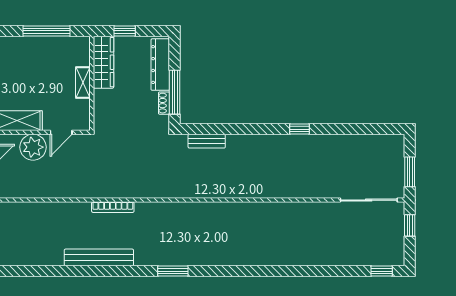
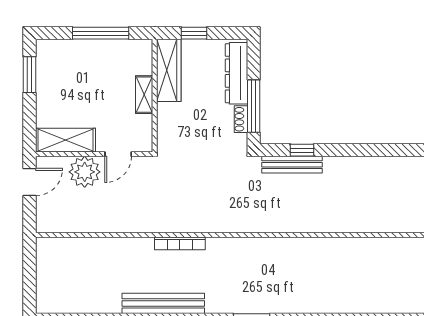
window: (300, 129) -> (302, 150), moved
bench: (207, 141) -> (292, 165), width x1.36

